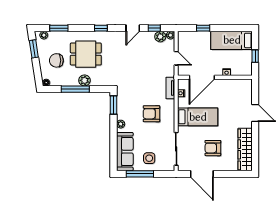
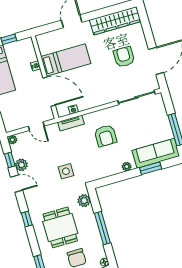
plant: (160, 37) -> (21, 165), moved
door: (176, 58) -> (36, 126), swing flipped
plant: (84, 80) -> (84, 201), moved
window: (114, 105) -> (151, 168), moved
bed: (198, 117) -> (66, 60), moved, turned 90
armchair: (213, 148) -> (124, 57), turned 180
side table: (149, 158) -> (66, 171), moved

